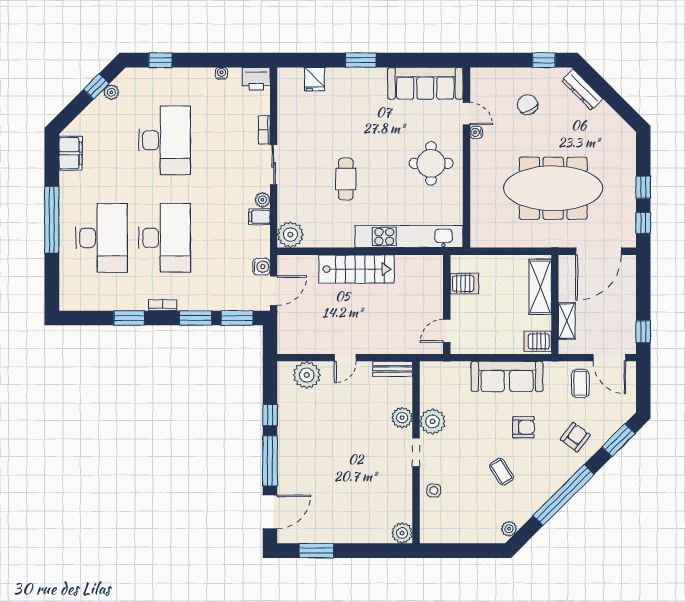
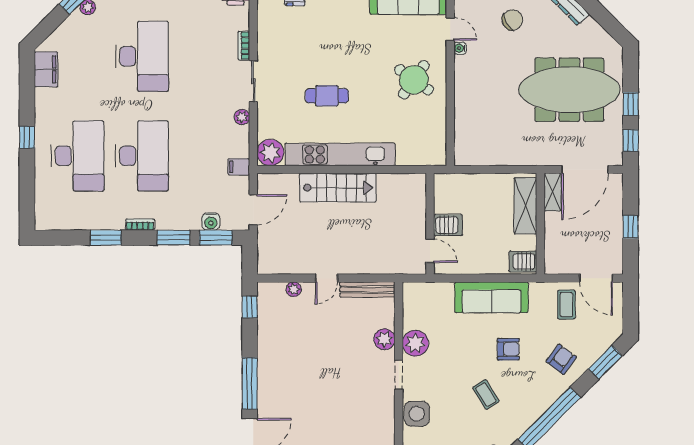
chair: (528, 105) -> (512, 20), turned 86
round table: (431, 163) -> (414, 80), turned 35
cafe table: (346, 179) -> (327, 96), turned 90
meeting table: (553, 188) -> (569, 90), moved
filing cabinet: (259, 217) -> (239, 167), moved
window: (52, 220) -> (27, 137), width x0.32
kitchen unit: (409, 237) -> (340, 154), moved
water cooler: (261, 267) -> (211, 221), moved, turned 90
server rack: (464, 284) -> (448, 225), moved
shelving: (567, 321) -> (553, 192), moved
door: (447, 331) -> (430, 251), swing flipped
window: (643, 332) -> (631, 227), moved
bench: (393, 369) -> (367, 290), width x1.36
plant: (307, 375) -> (294, 289), width x0.53, depth x0.53
window: (270, 415) -> (250, 307), moved
side table: (434, 491) -> (417, 414), width x1.87, depth x1.87

